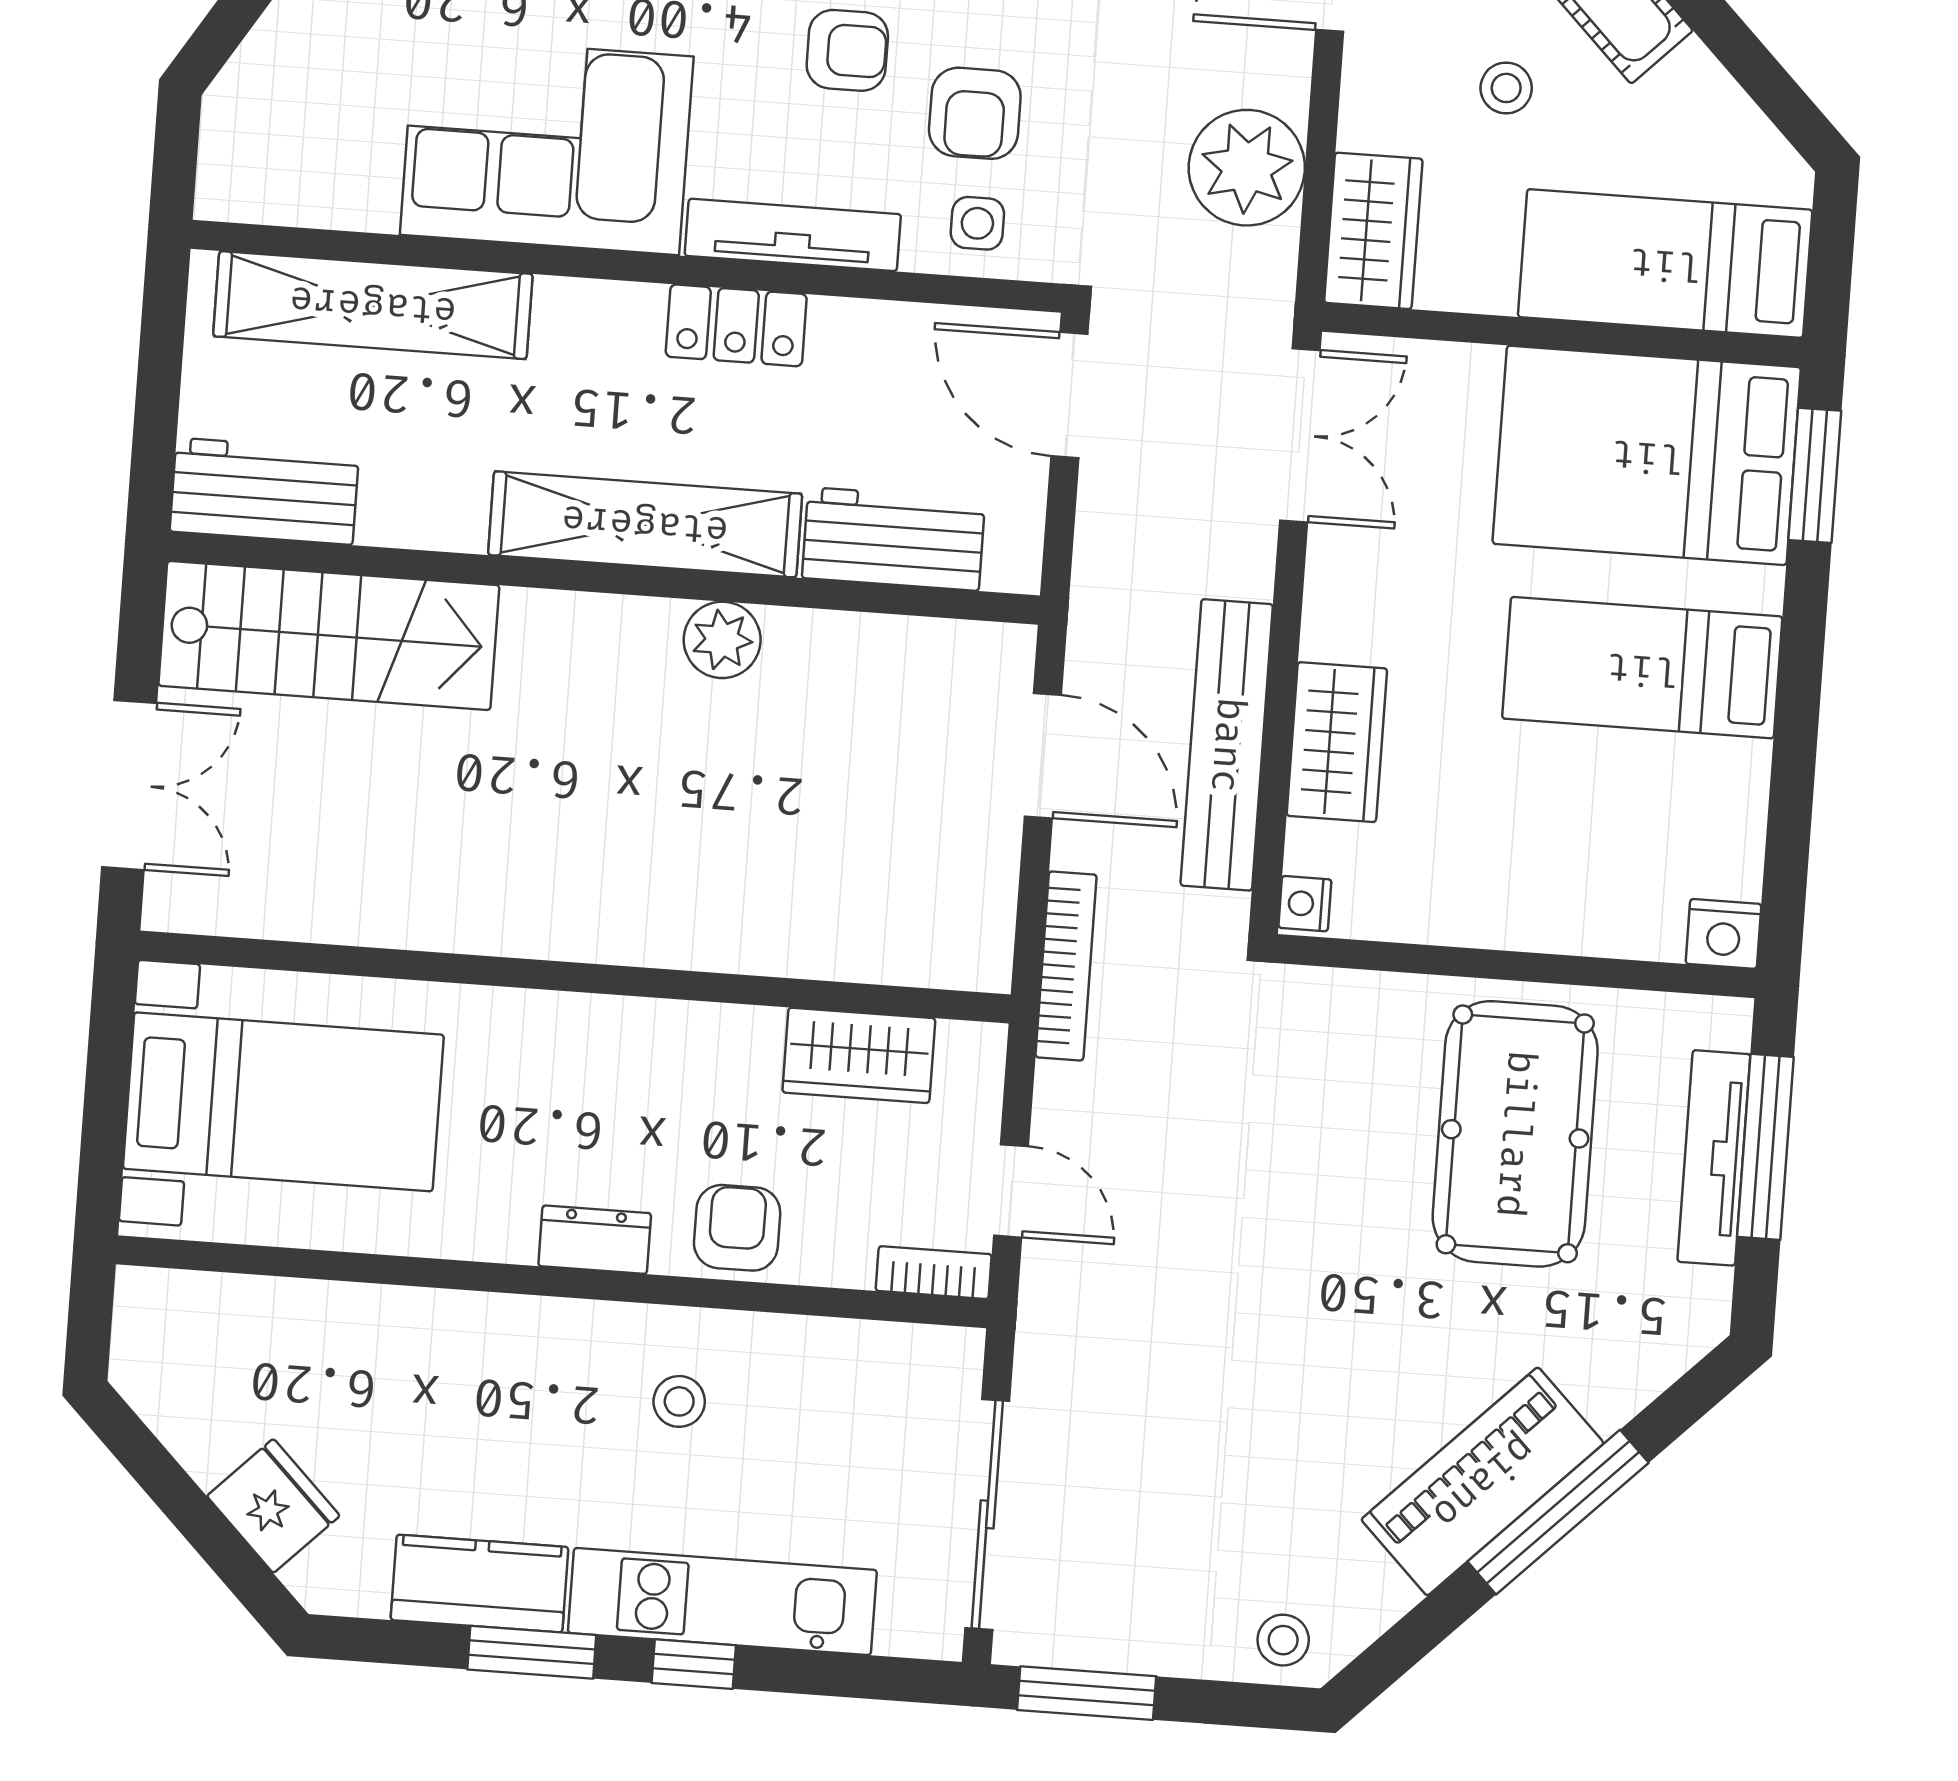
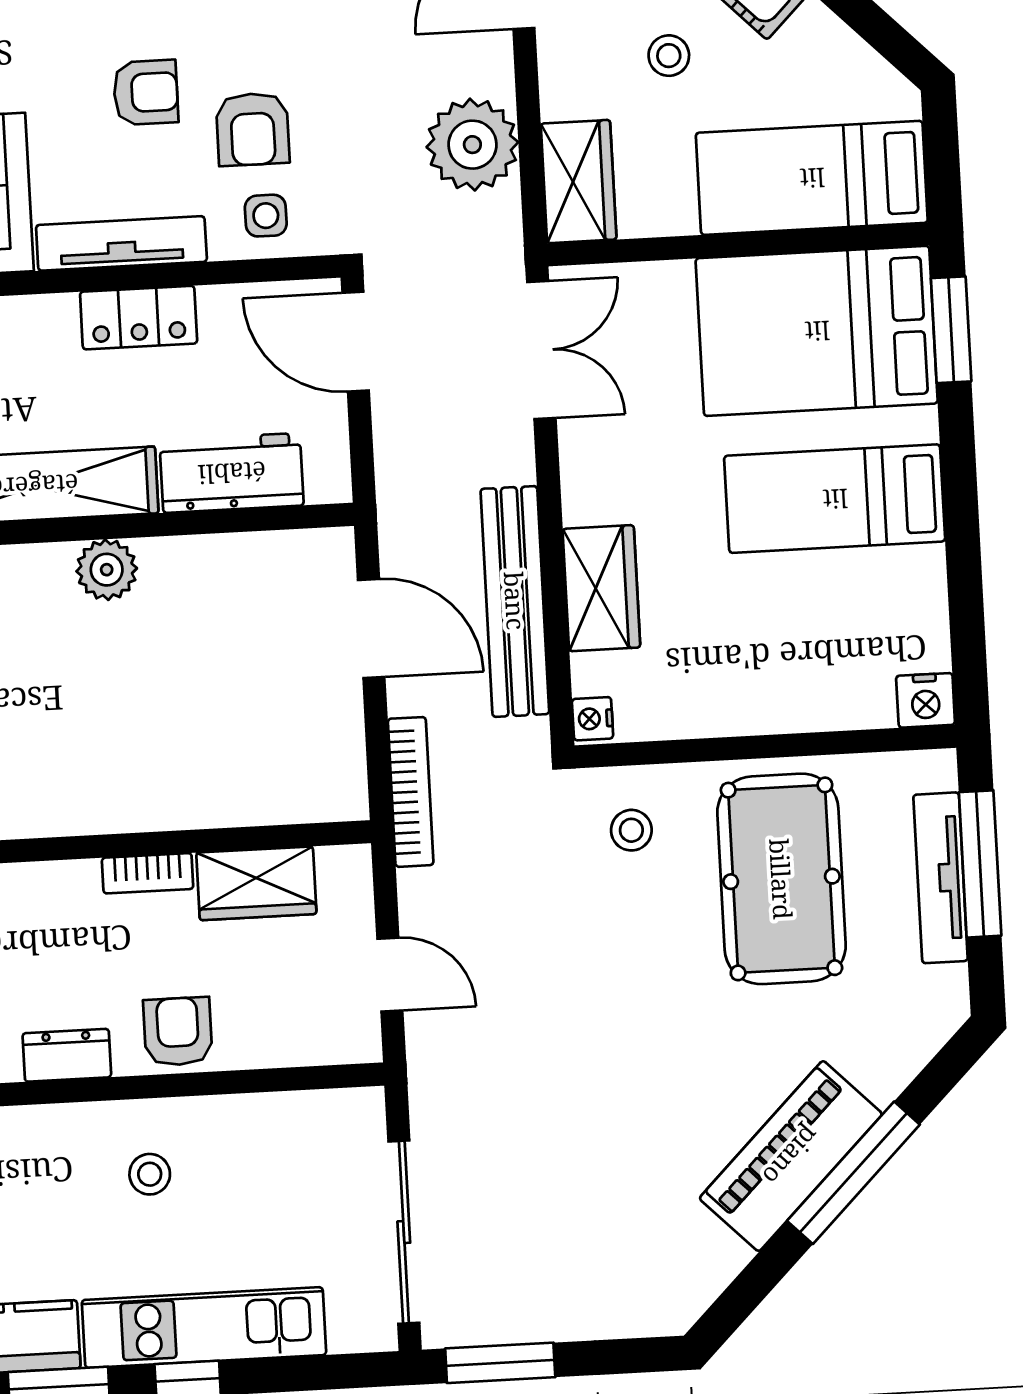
locker: (736, 325) -> (139, 318), moved
bookcase: (934, 1273) -> (148, 873), moved, turned 180
stool: (1283, 1640) -> (631, 830), moved

